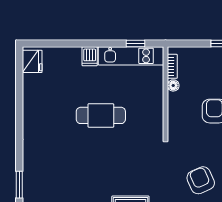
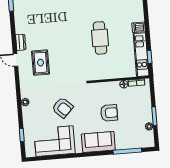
armchair: (201, 180) -> (63, 108), turned 68

